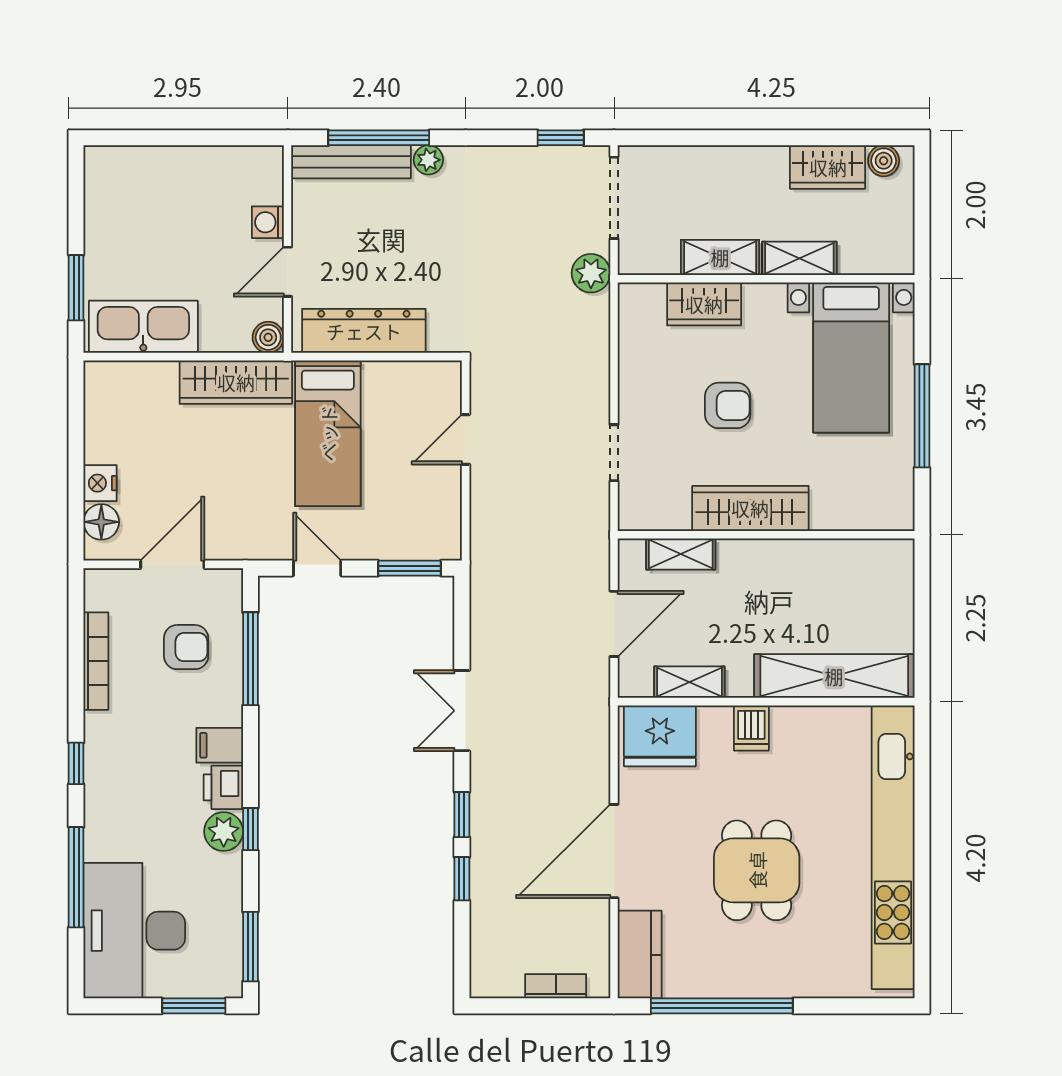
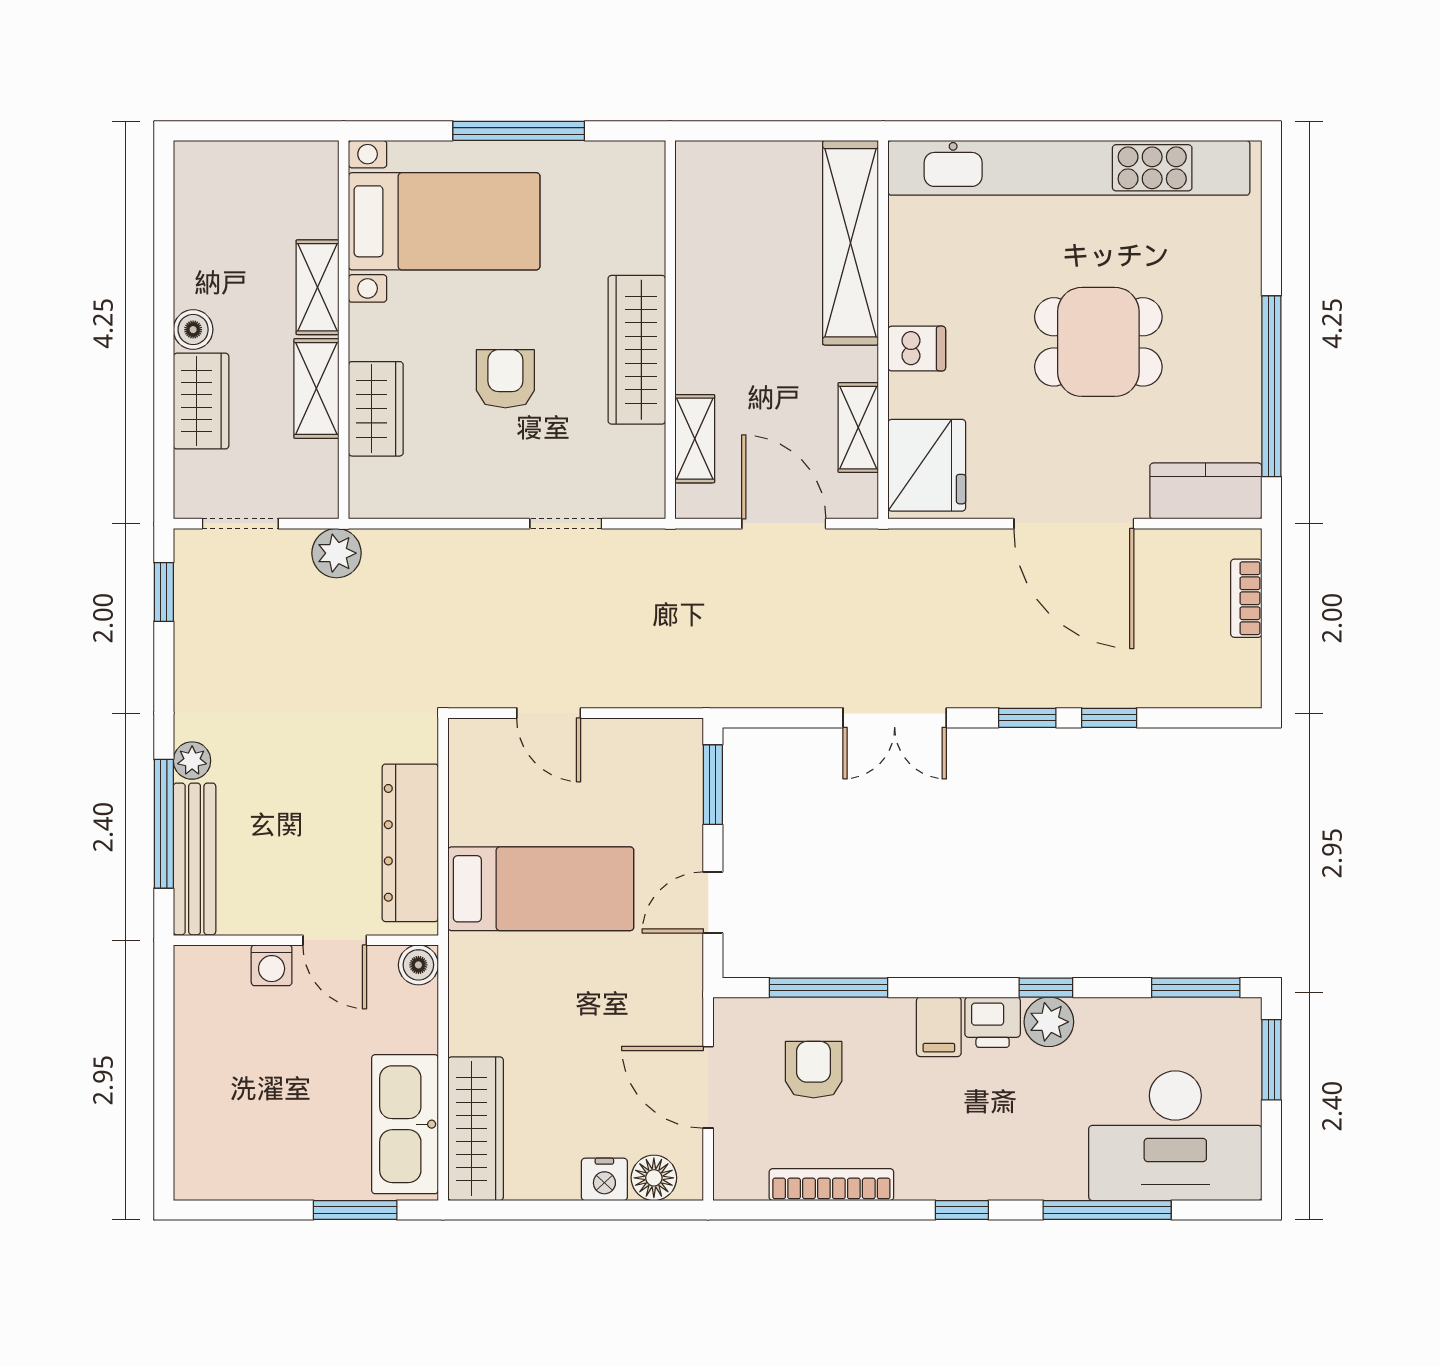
boiler: (884, 161) -> (193, 330), moved
wardrobe: (828, 167) -> (201, 401), moved
doorway: (614, 198) -> (240, 524), width x0.73
wardrobe: (236, 382) -> (476, 1129), moved

